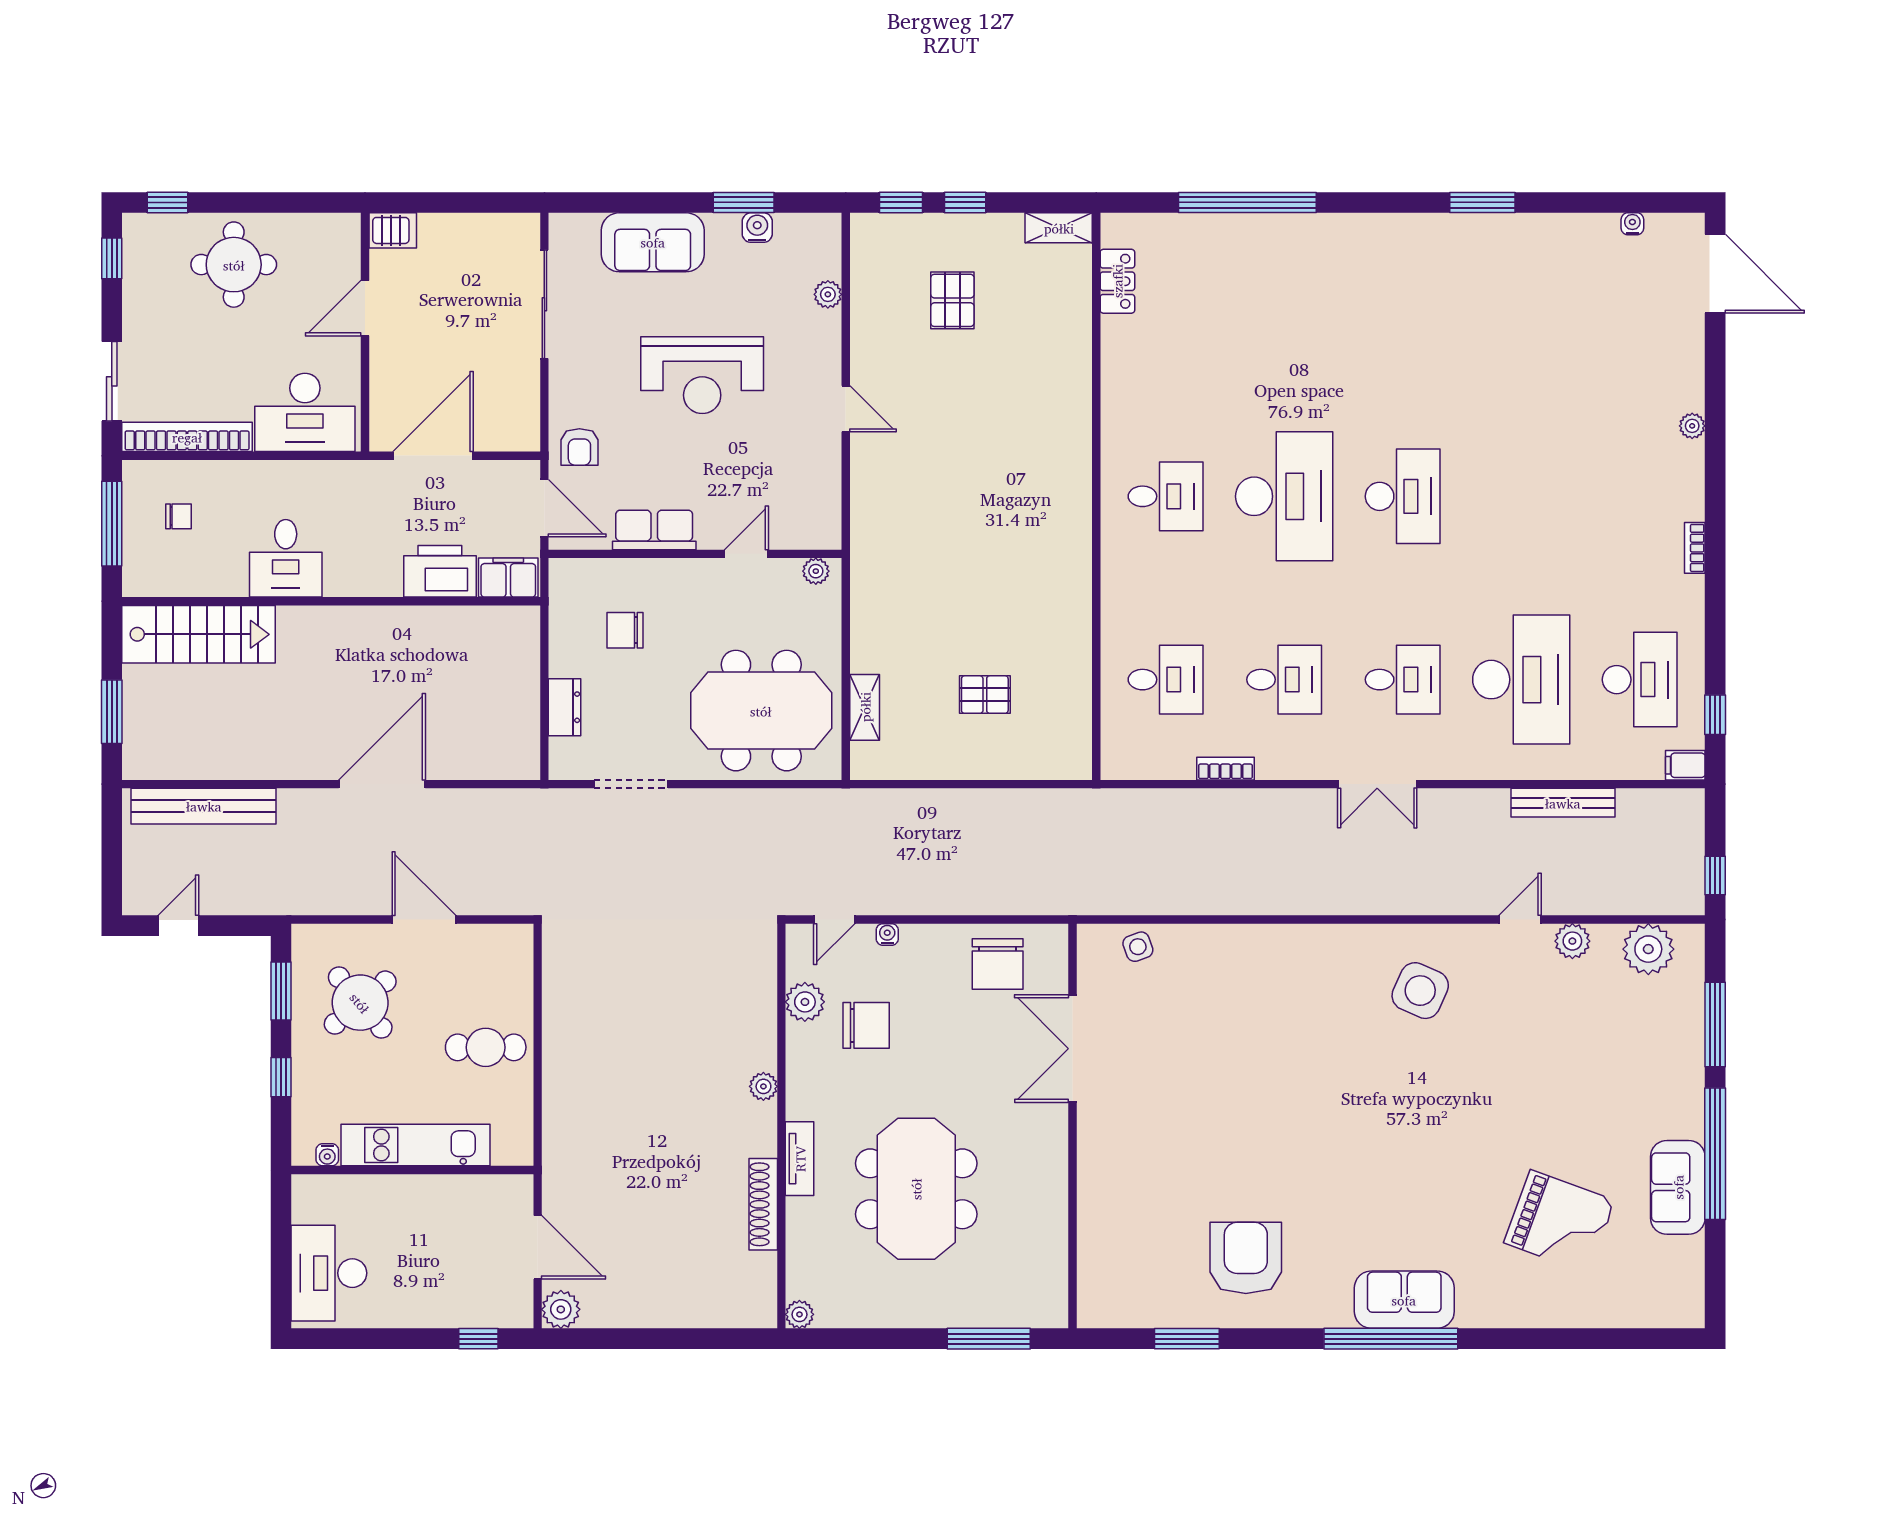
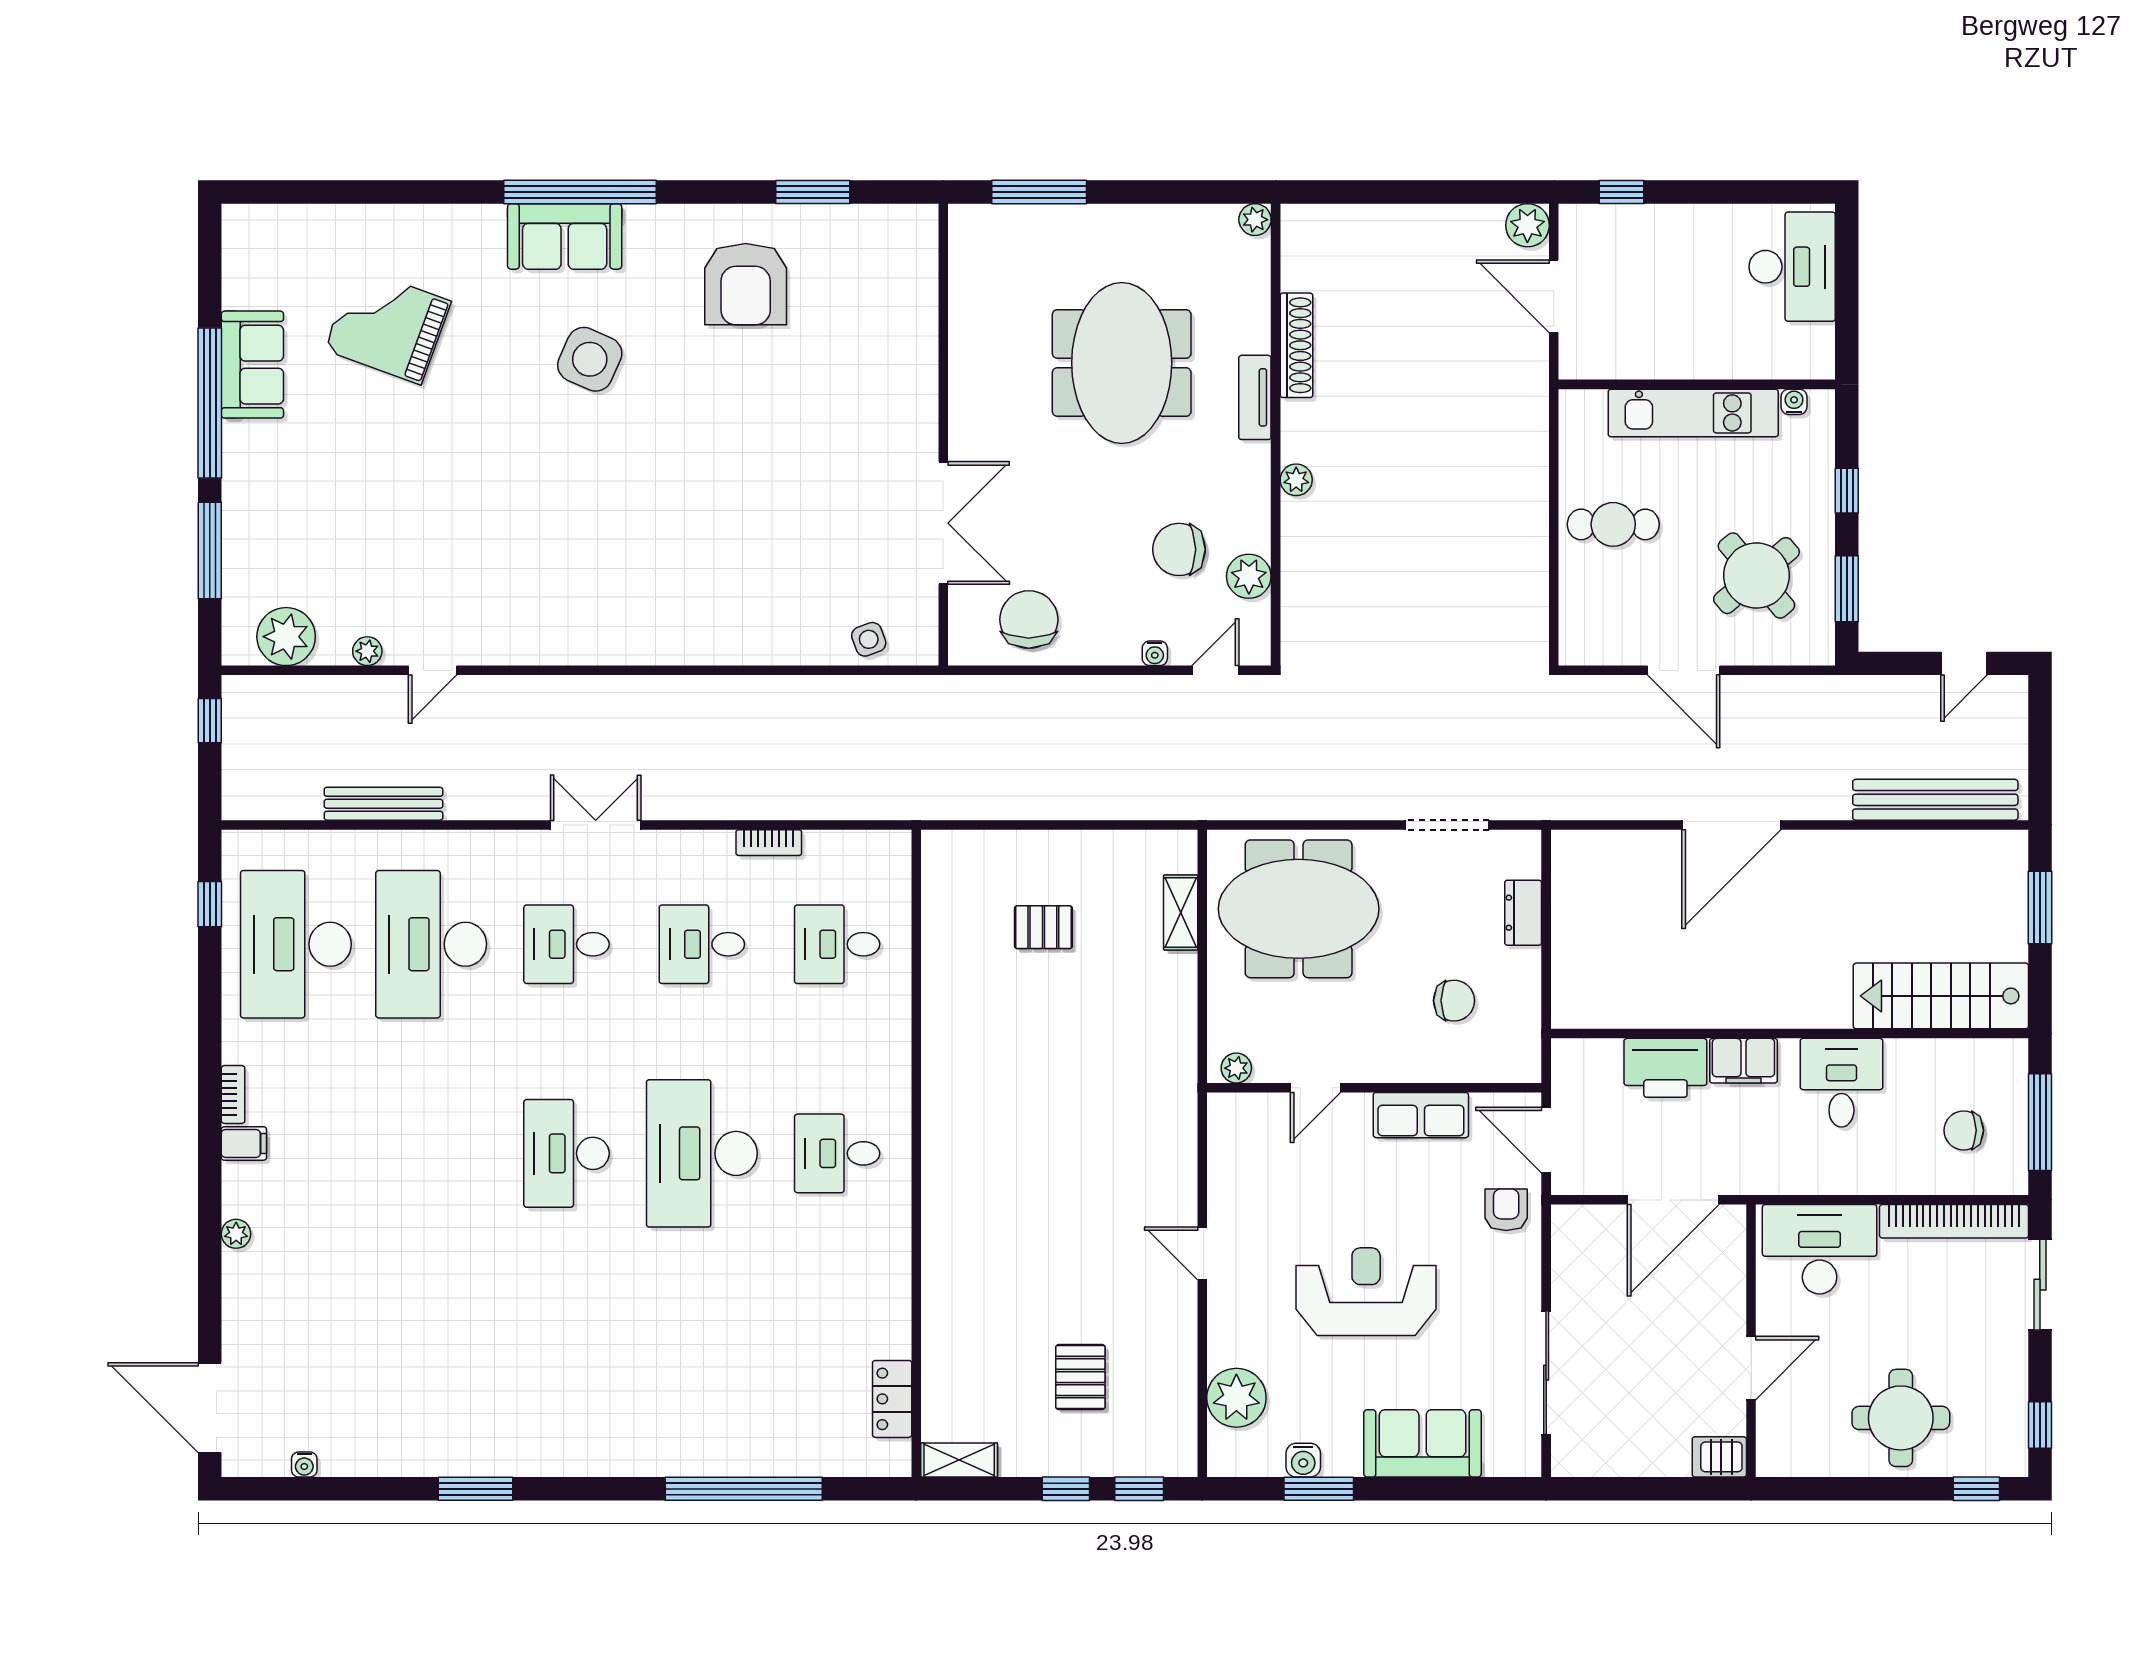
plant: (828, 294) -> (1236, 1398), width x1.87, depth x1.87
chair: (179, 516) -> (1964, 1130), width x1.37, depth x1.37
filing cabinet: (508, 578) -> (1743, 1061), moved
desk: (1640, 680) -> (296, 944), width x1.36, depth x1.30
filing cabinet: (1685, 765) -> (244, 1143), moved
plant: (1572, 941) -> (367, 651), width x0.73, depth x0.73
side table: (1420, 991) -> (590, 359), moved

